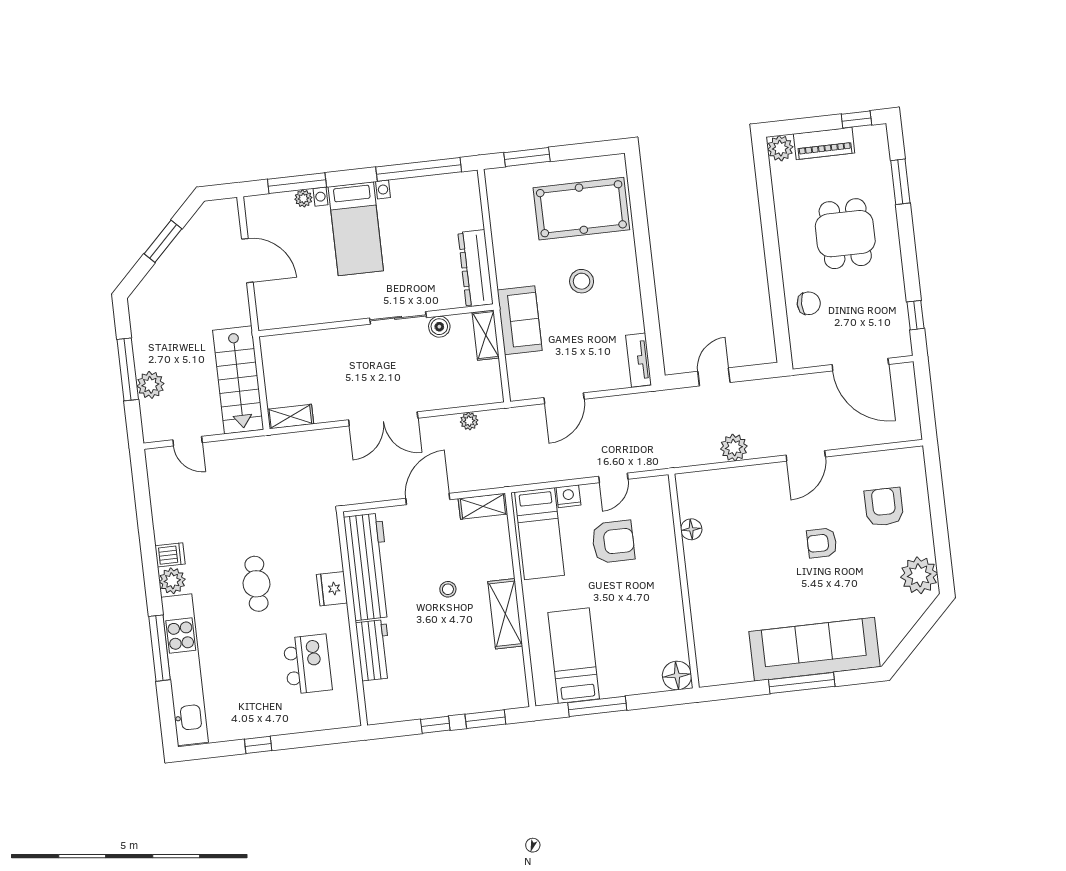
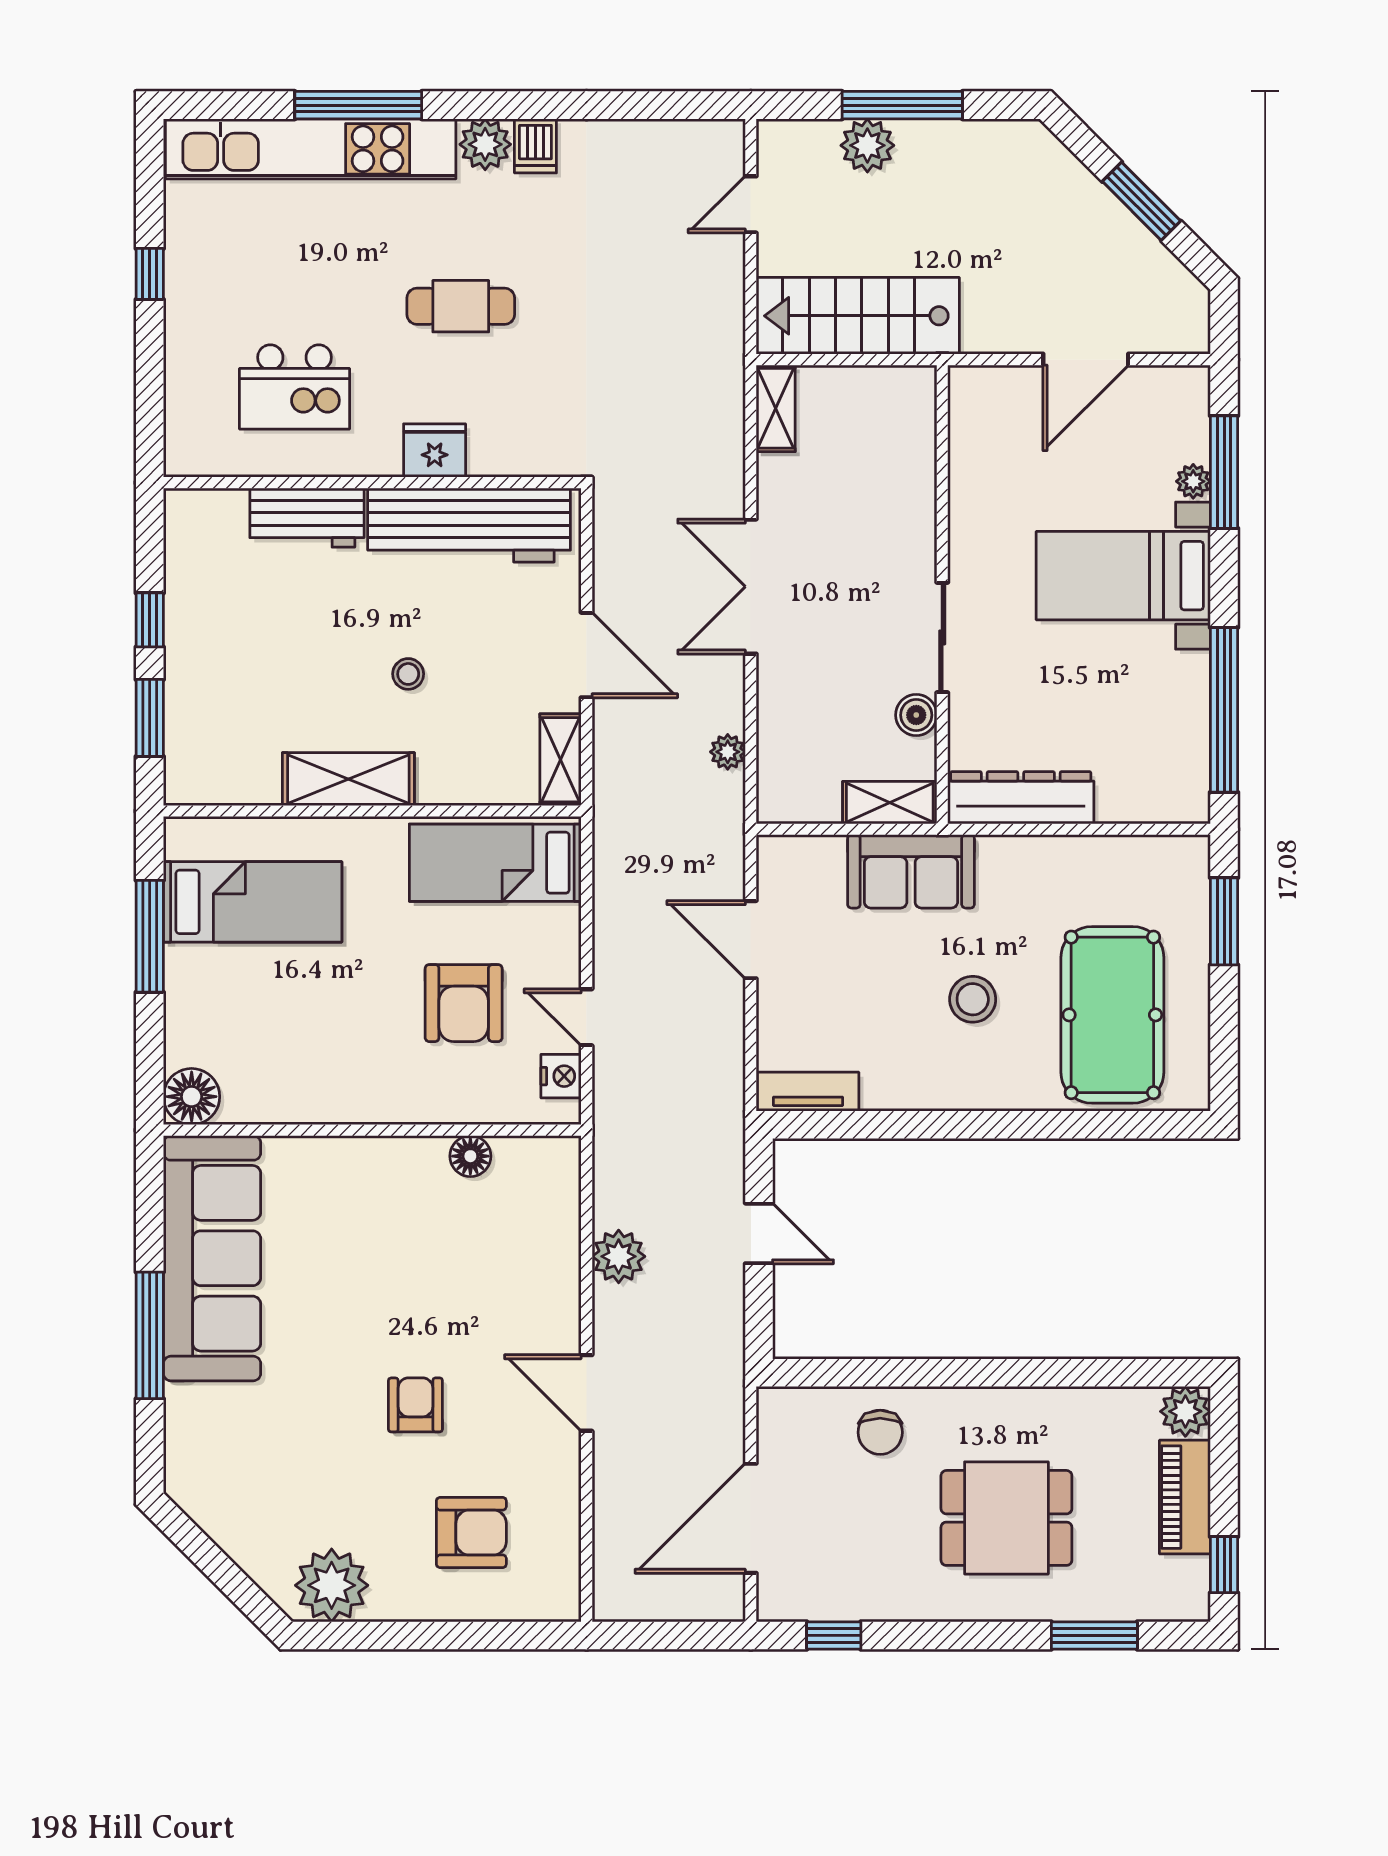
nightstand: (568, 496) -> (561, 1076), moved
sofa: (815, 649) -> (212, 1258), moved

